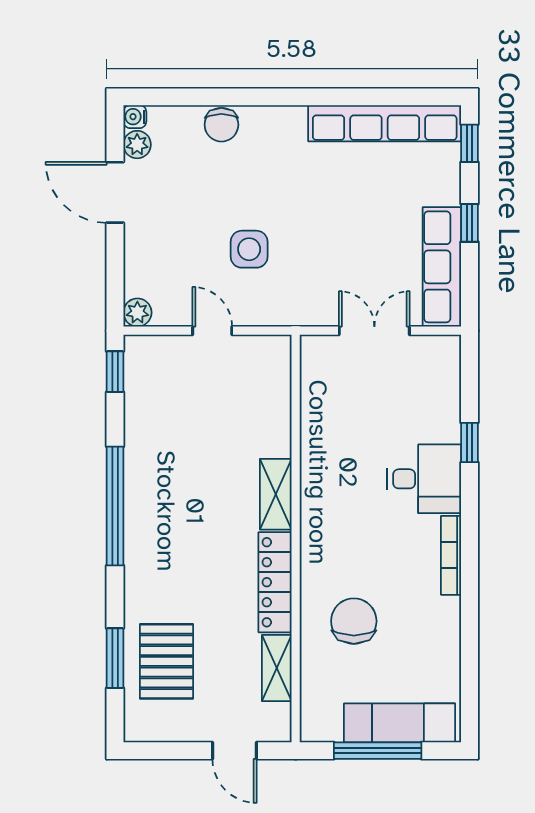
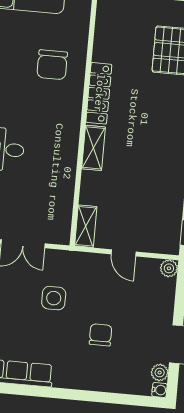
chair: (221, 125) -> (101, 335), moved
side table: (249, 249) -> (54, 298), moved
shelving: (277, 668) -> (86, 226), moved

